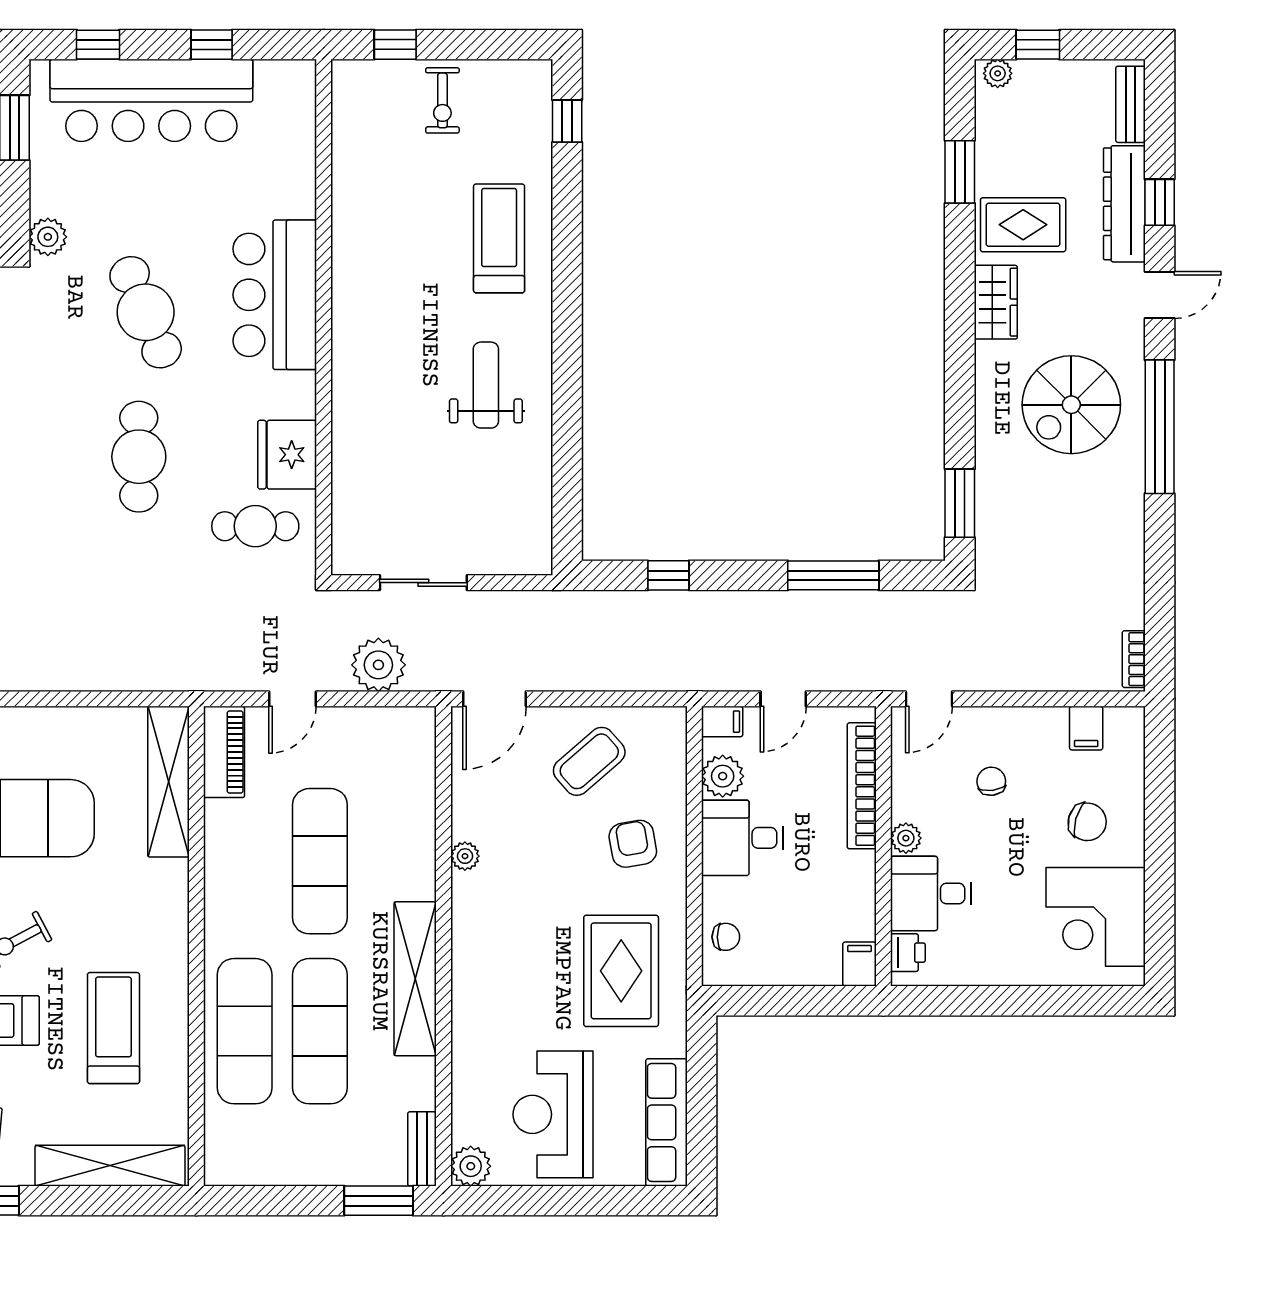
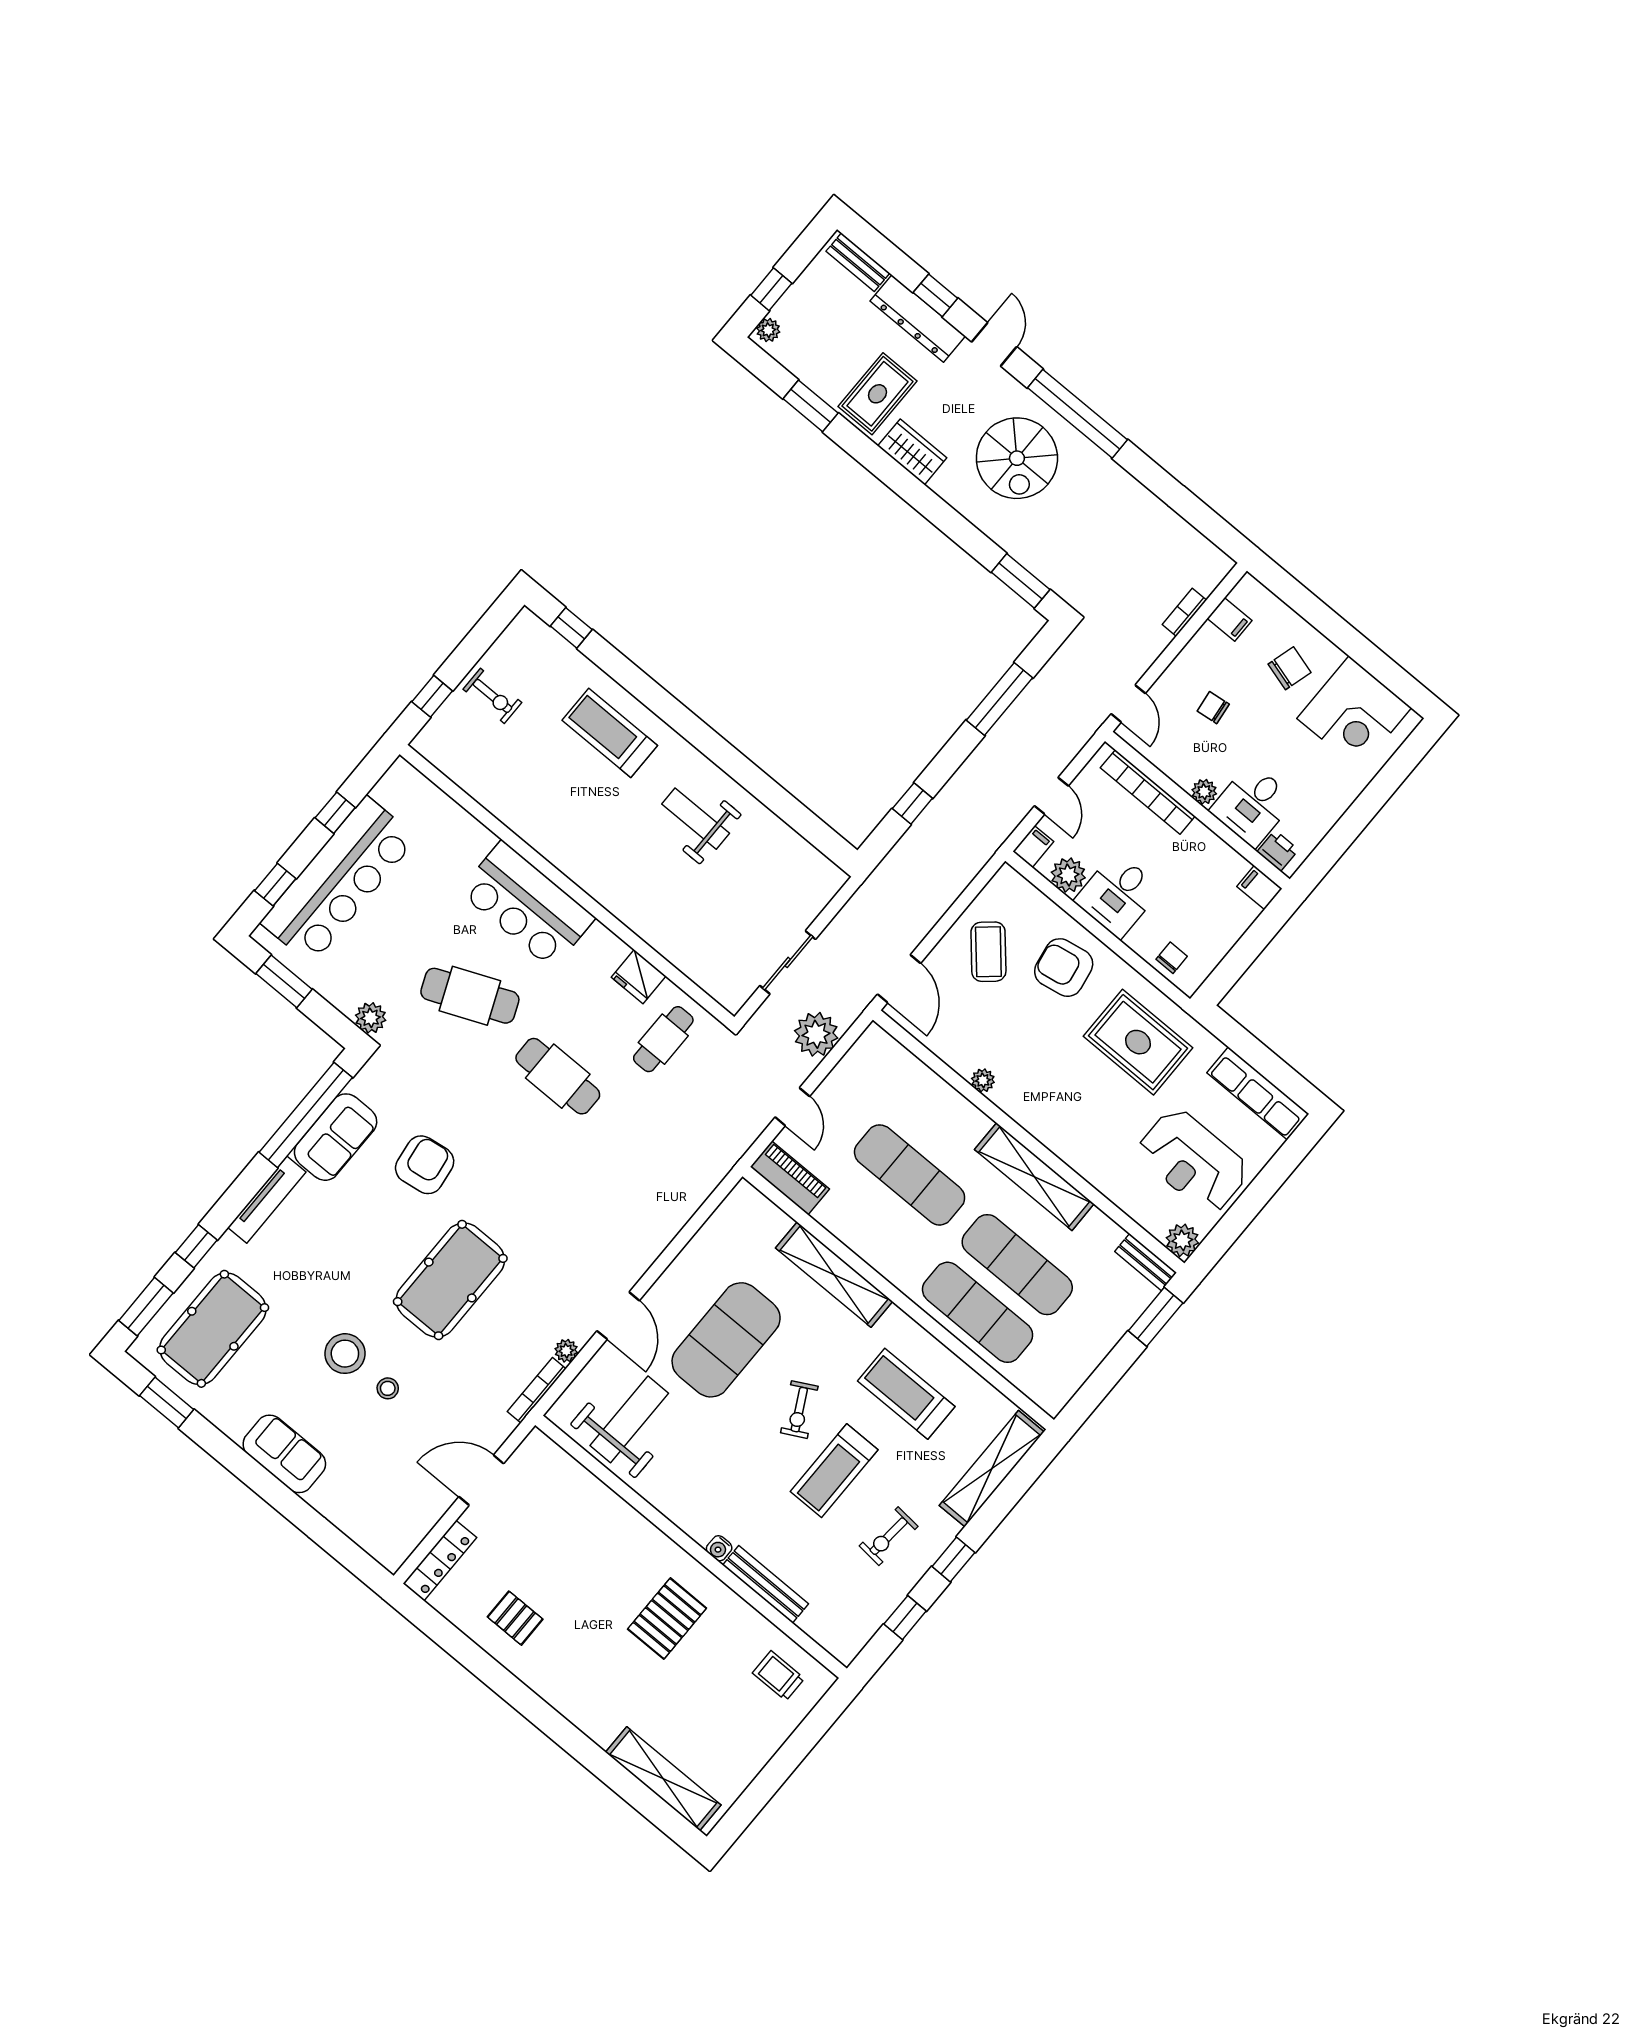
fridge: (287, 455) -> (639, 977), width x0.73, depth x0.75
bookcase: (1134, 659) -> (1184, 612), moved, turned 90
shelving: (168, 782) -> (834, 1275), moved
armchair: (633, 844) -> (1064, 968), width x1.38, depth x1.38

